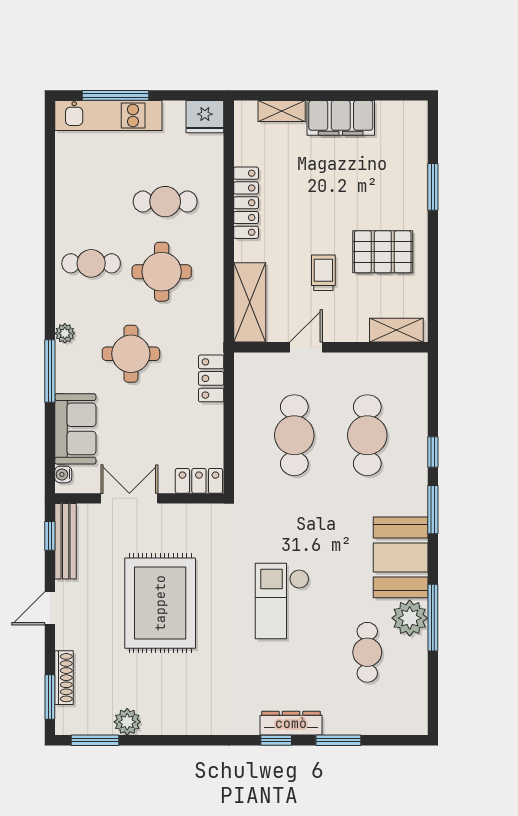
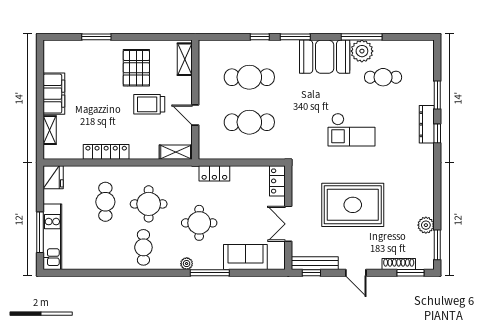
trolley: (323, 273) -> (149, 104), width x1.36, depth x1.39
shelving: (250, 302) -> (176, 152), width x0.67, depth x0.75
water cooler: (63, 474) -> (274, 265), removed

